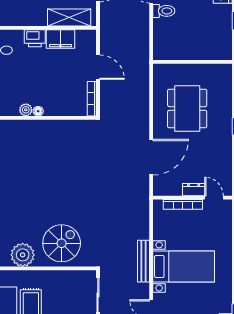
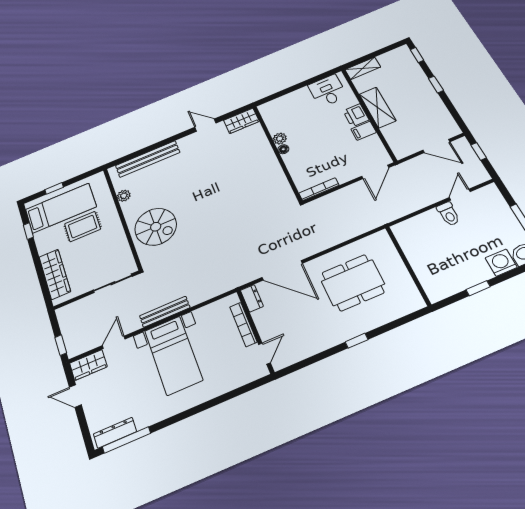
shelving: (69, 18) -> (377, 107), moved
filing cabinet: (61, 39) -> (364, 131), width x0.50
door: (98, 67) -> (375, 172), moved
dresser: (194, 190) -> (252, 298), moved
plant: (23, 255) -> (124, 196), width x0.53, depth x0.53

